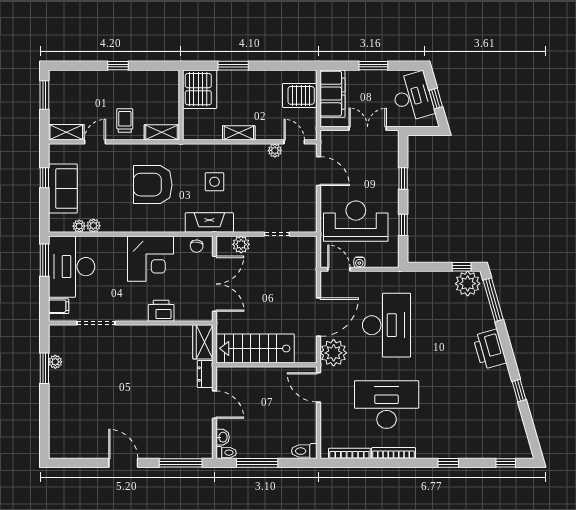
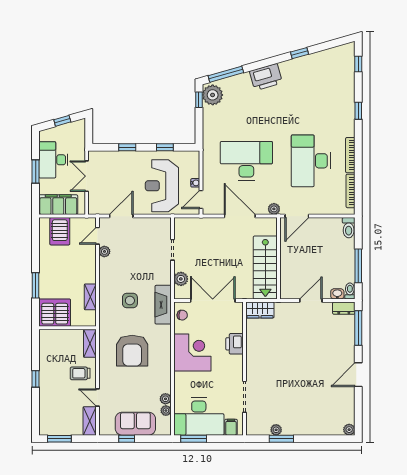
desk: (412, 97) -> (53, 160), moved, turned -74
shelving: (239, 133) -> (90, 297), moved
plant: (334, 353) -> (274, 209), width x0.53, depth x0.53
dresser: (205, 374) -> (344, 308), moved
plant: (56, 452) -> (349, 430), added

